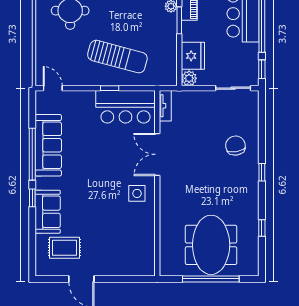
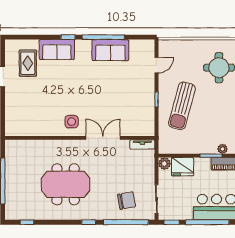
door: (53, 88) -> (156, 65), moved
bar counter: (125, 107) -> (141, 112), removed
window: (262, 126) -> (126, 222), added
sofa: (48, 145) -> (110, 50), width x0.73
chair: (235, 146) -> (127, 201), moved
window: (262, 228) -> (27, 222), moved
meeting table: (211, 245) -> (66, 184), moved

